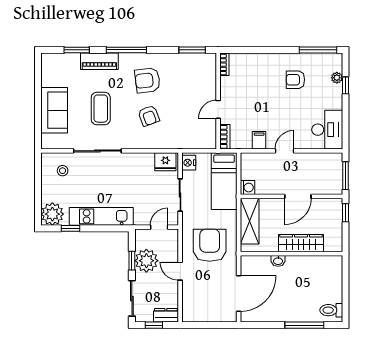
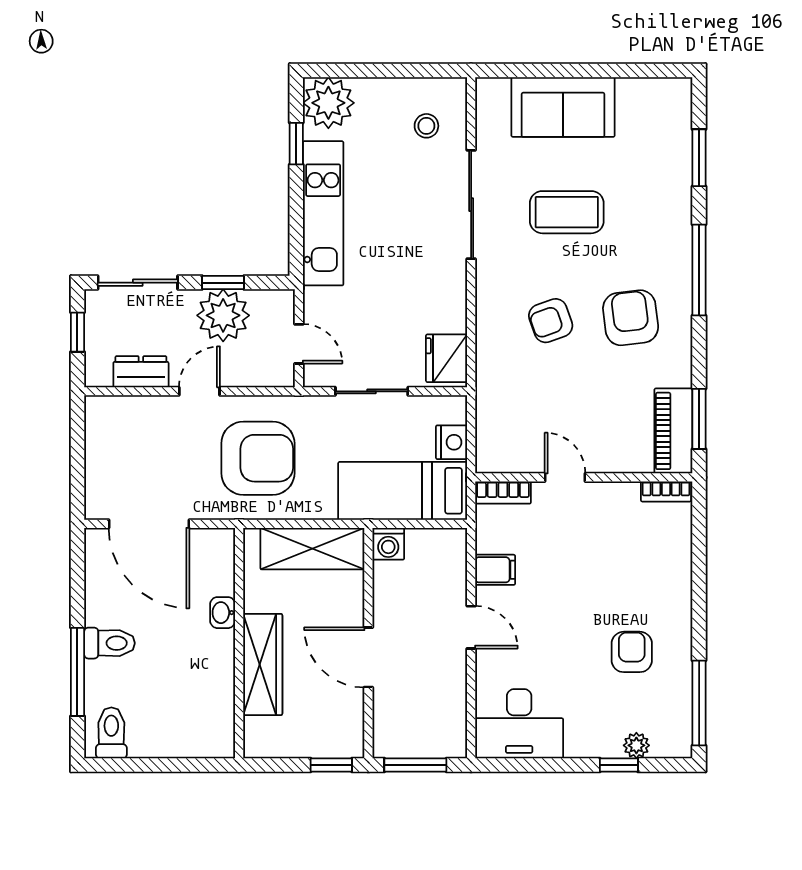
piano: (99, 61) -> (673, 431), moved
nightstand: (189, 163) -> (452, 442), moved, turned 90
toilet: (292, 311) -> (109, 643), added
dresser: (166, 315) -> (141, 372), moved, turned -90

